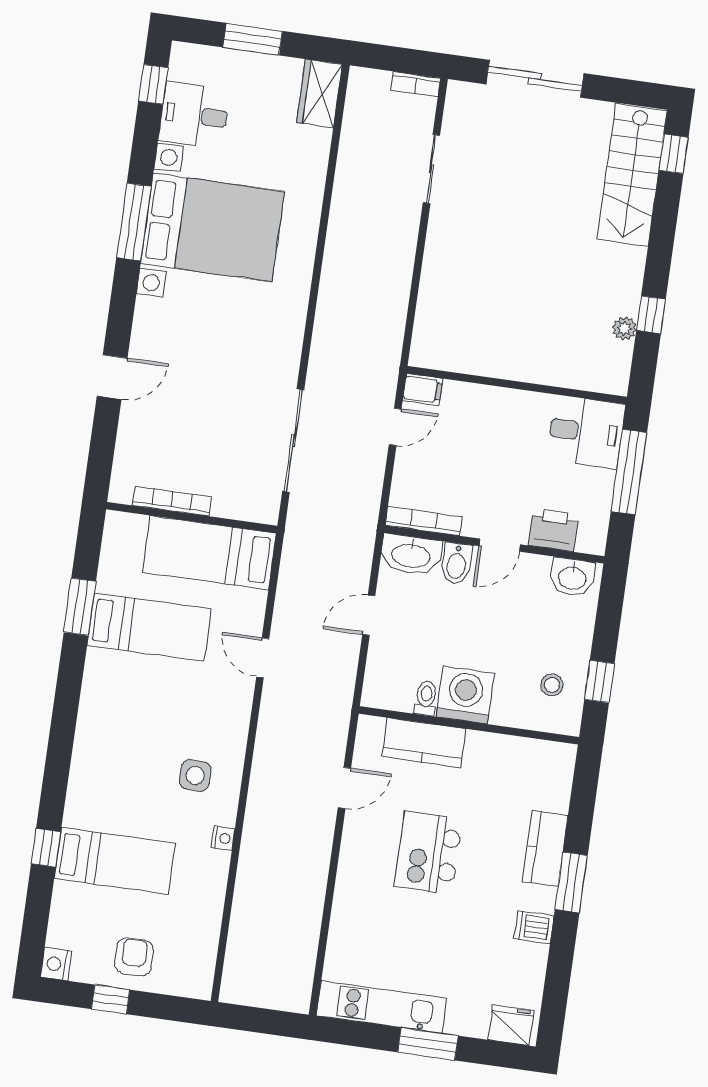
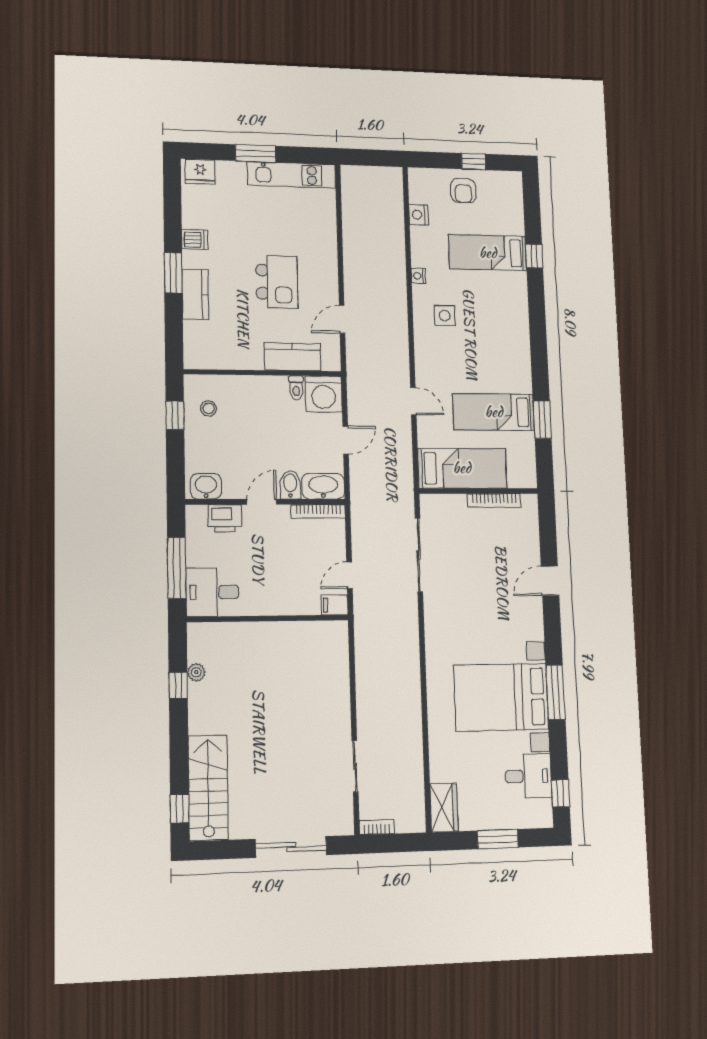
washing machine: (465, 695) -> (324, 394), moved
nightstand: (56, 964) -> (419, 215), moved, turned 180

